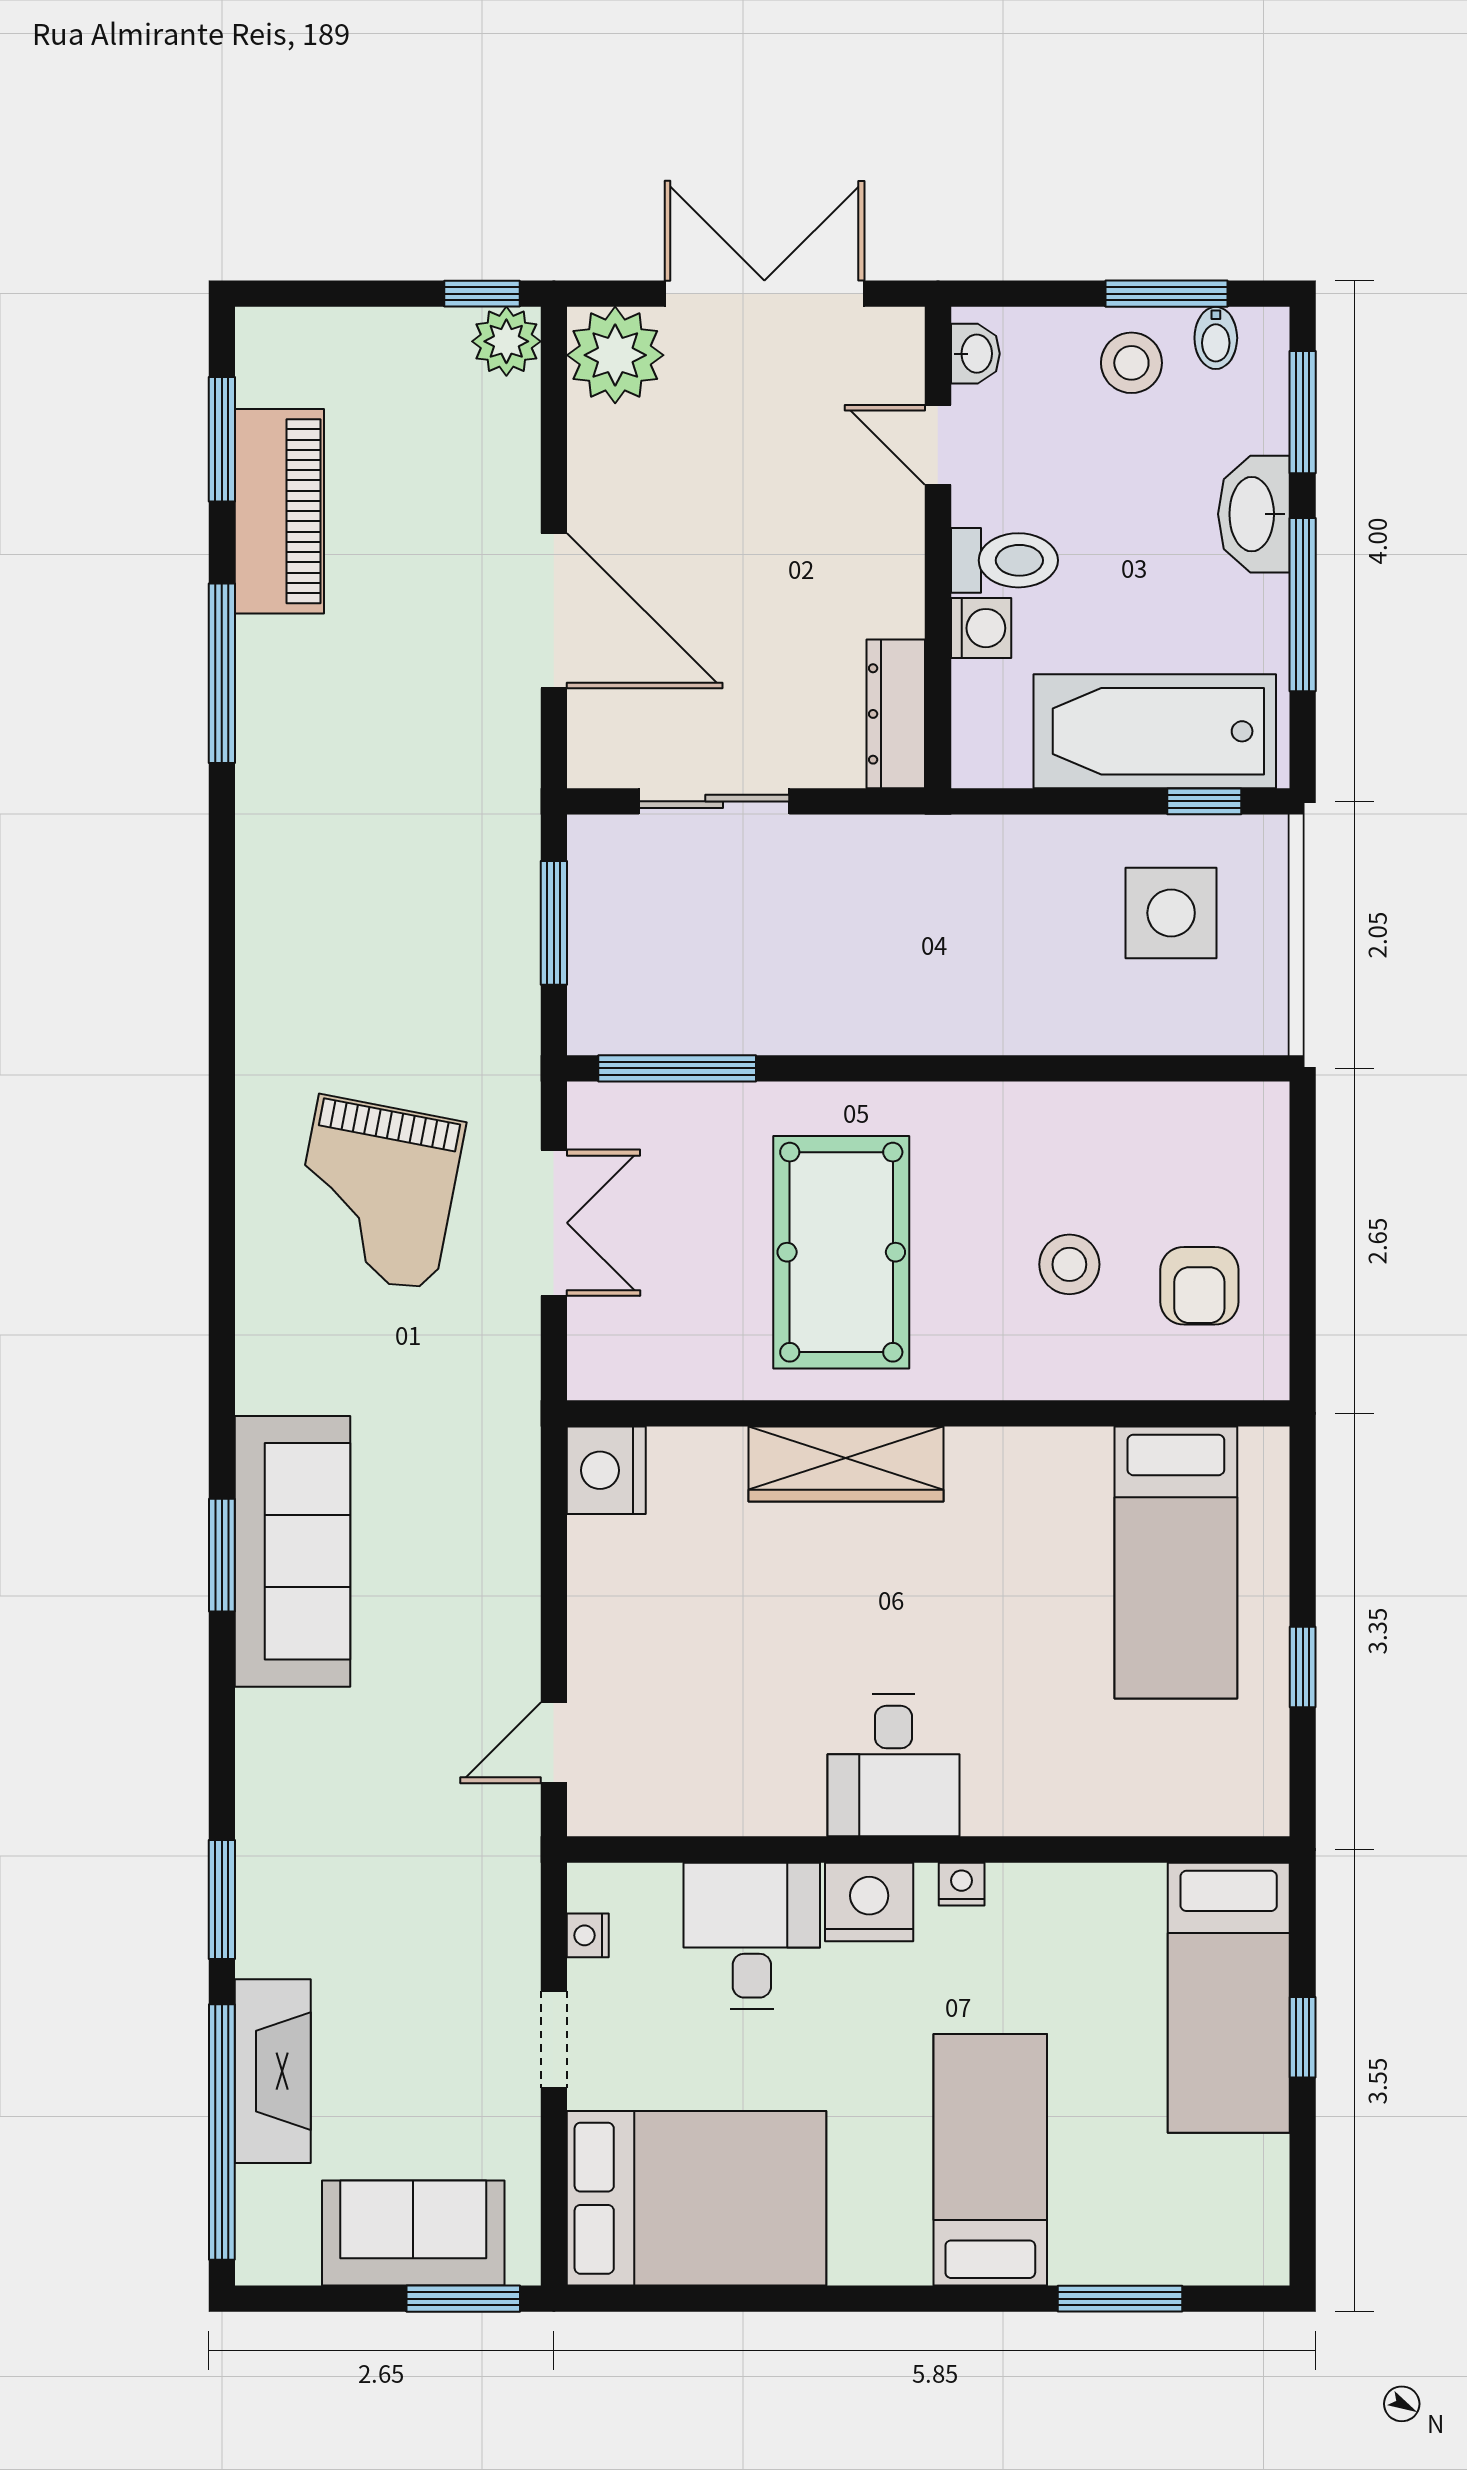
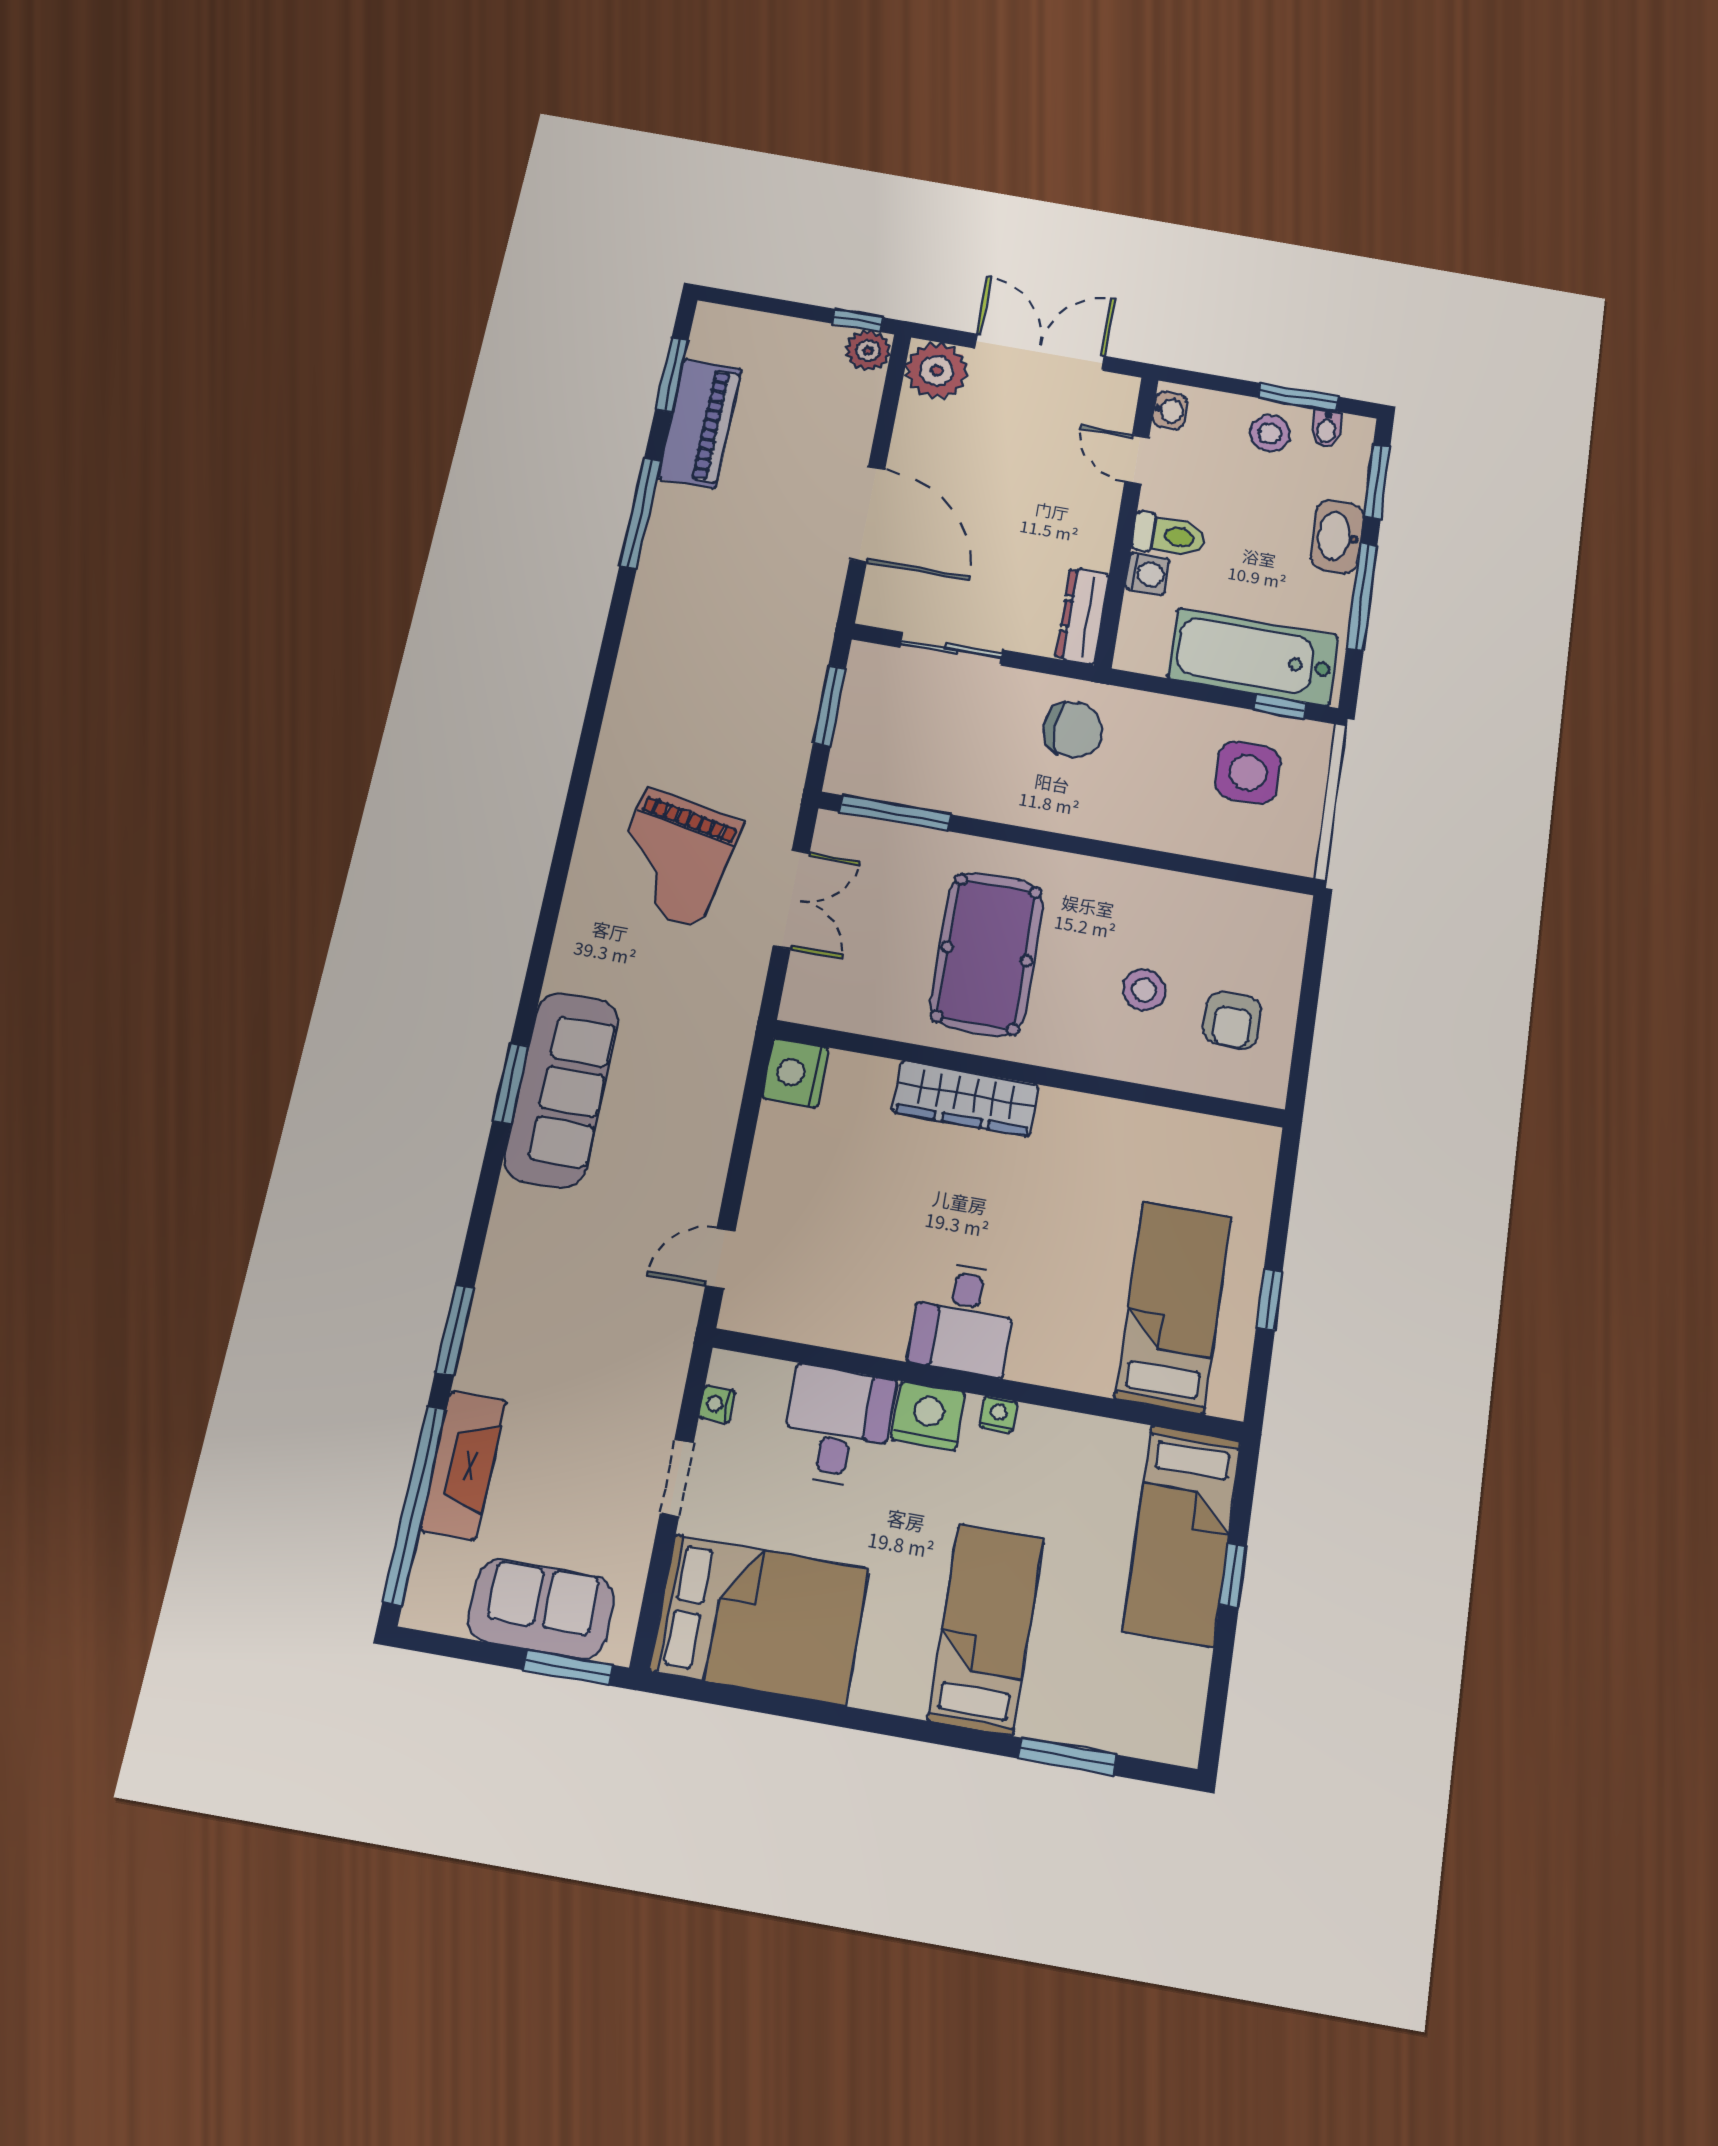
chair: (910, 894) -> (1073, 730), added
bed: (1176, 1562) -> (1173, 1307), moved, turned 180

